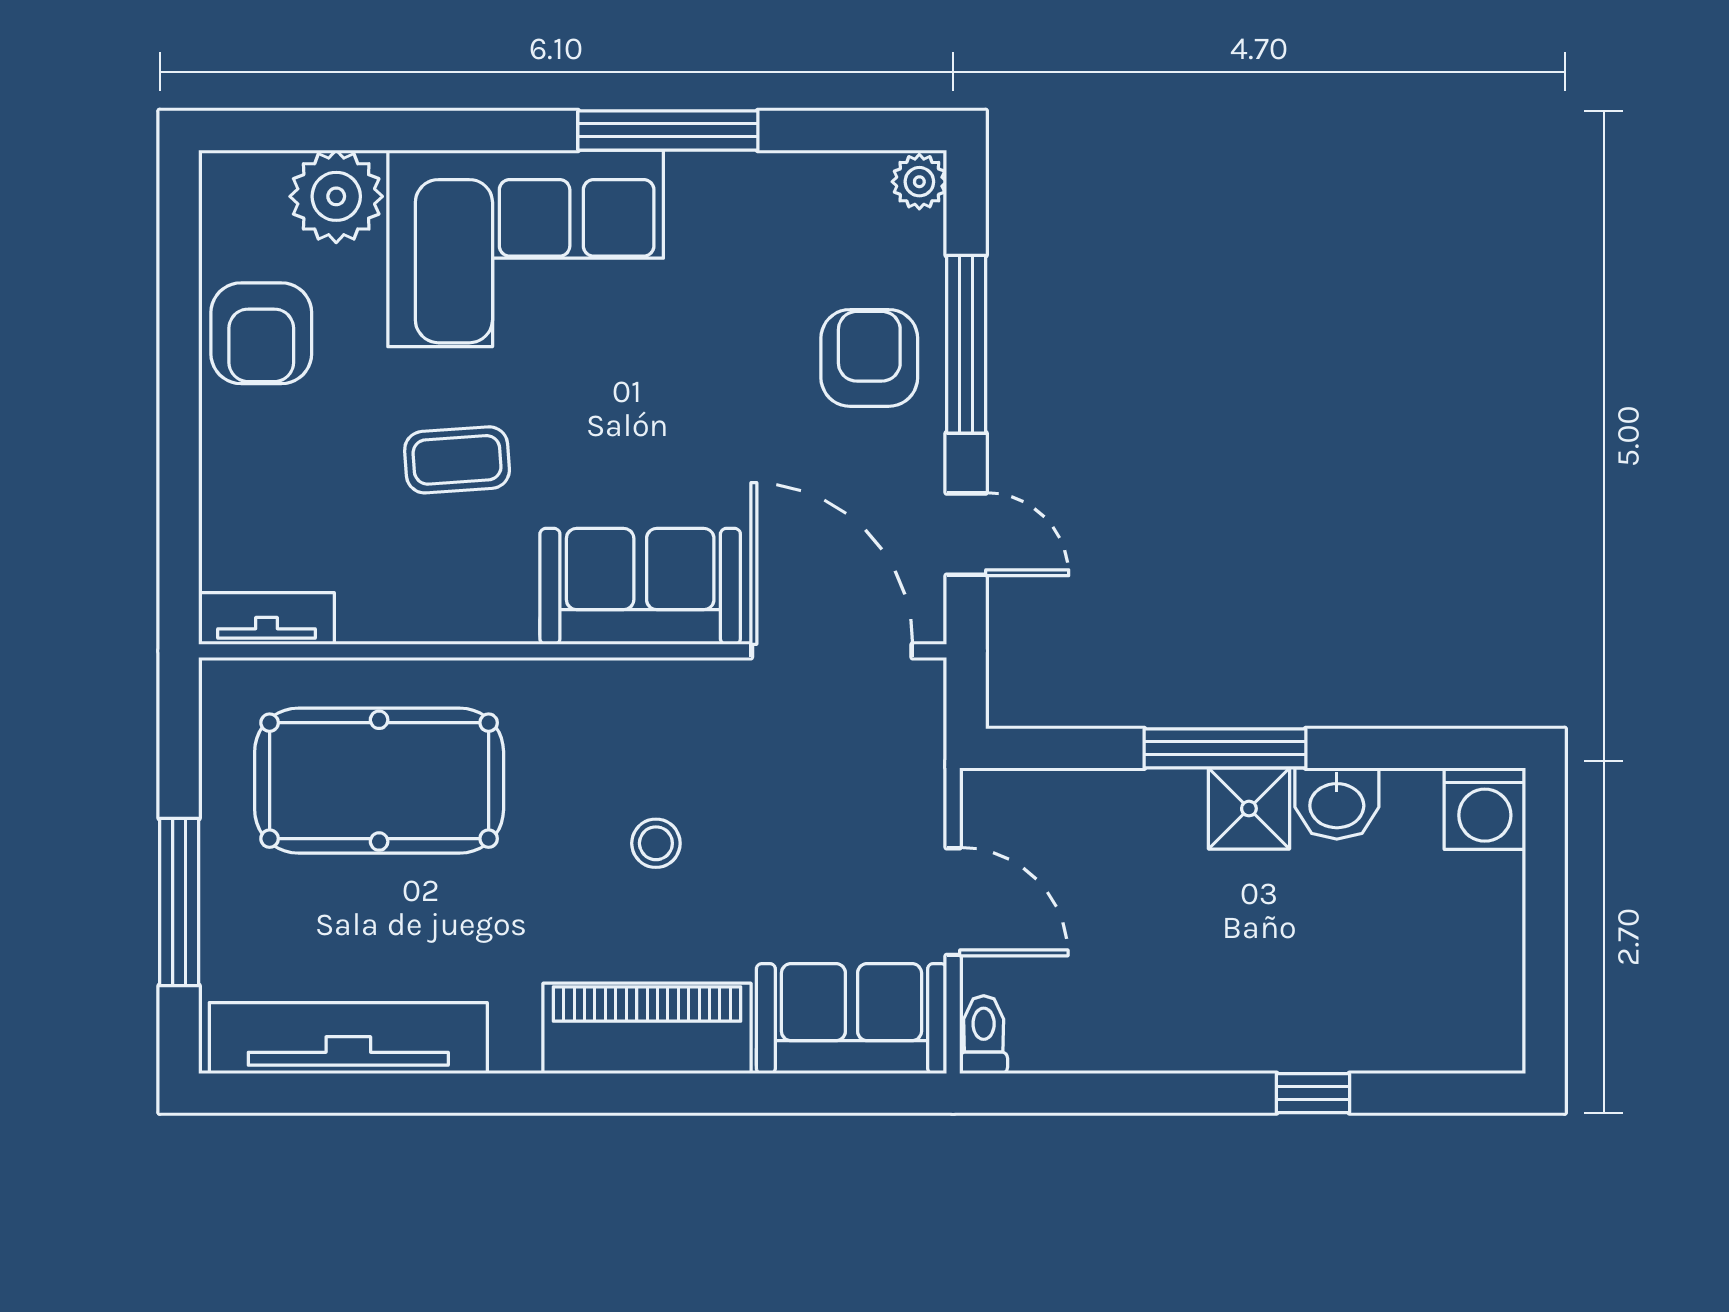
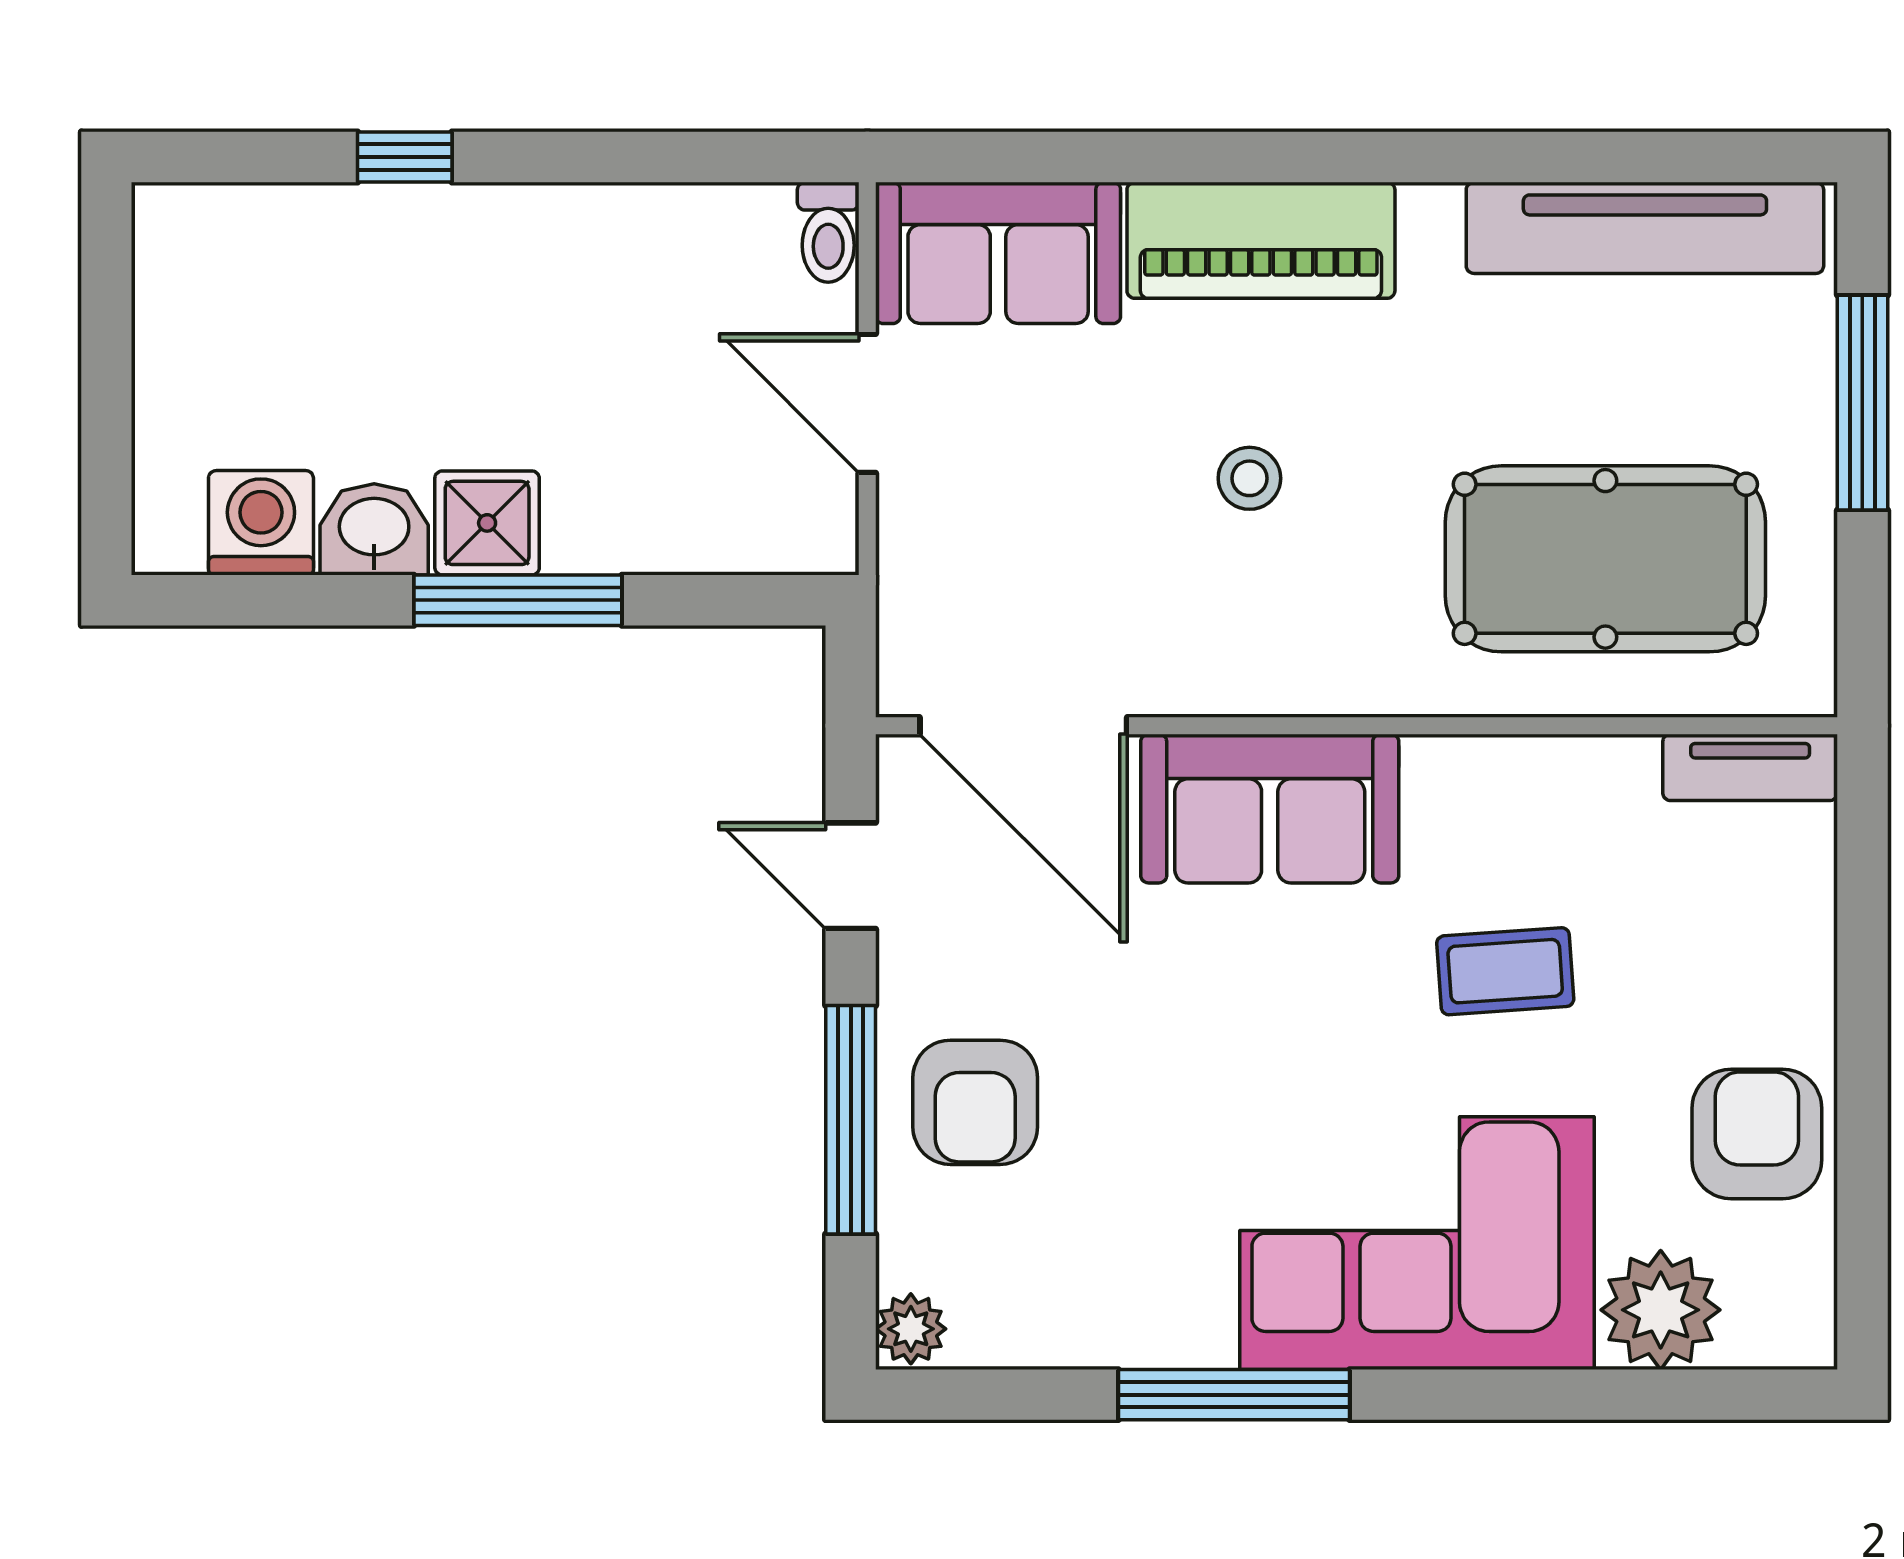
washing machine: (1485, 809) -> (261, 523), moved

